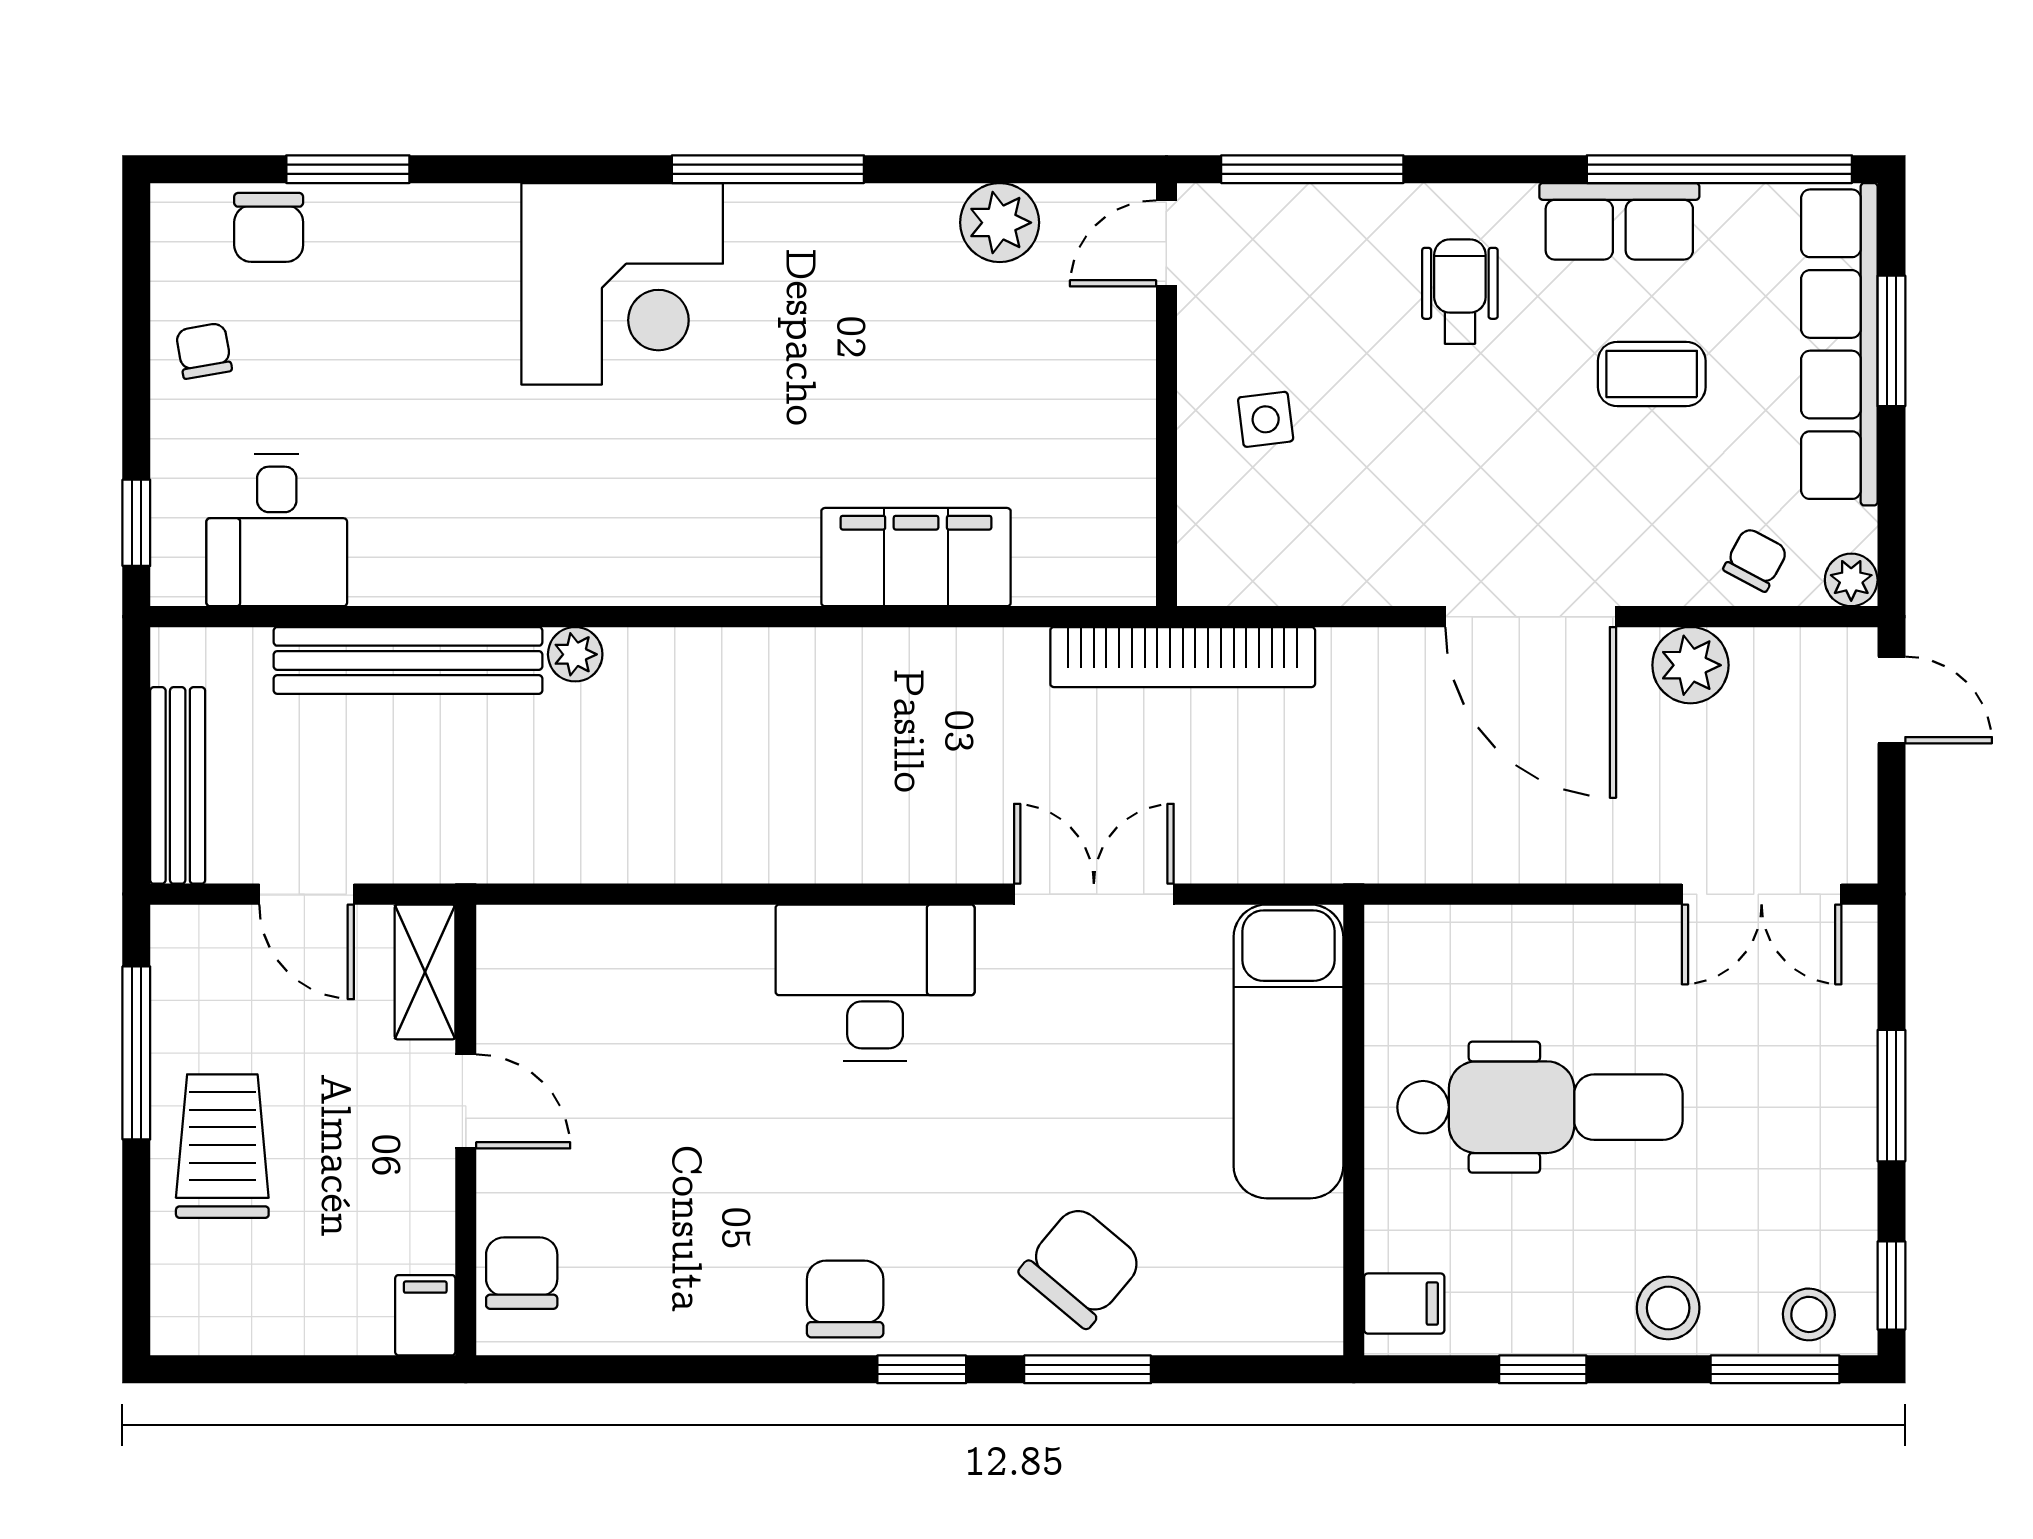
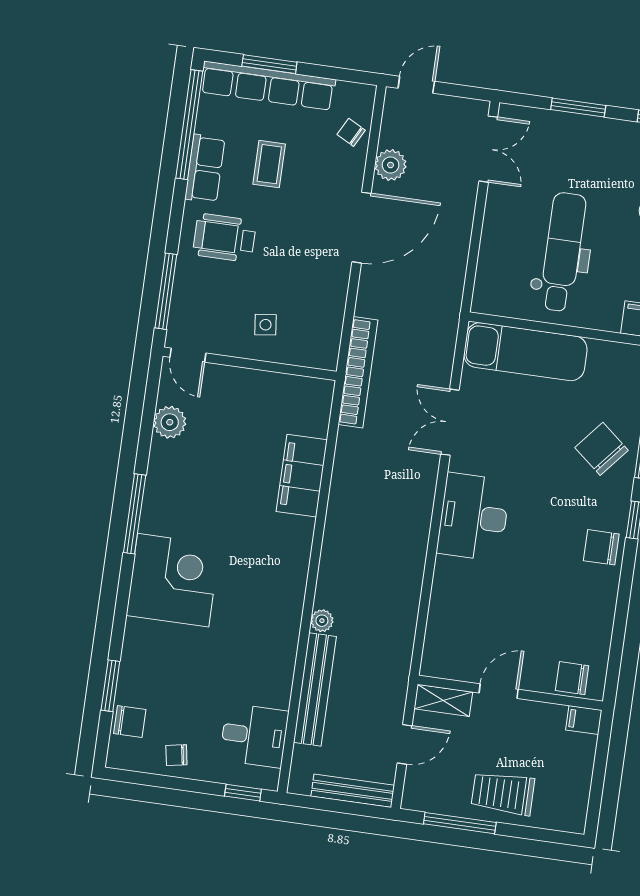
wheelchair: (1460, 292) -> (224, 238), width x1.36, depth x1.37
plant: (1851, 580) -> (365, 94), removed

